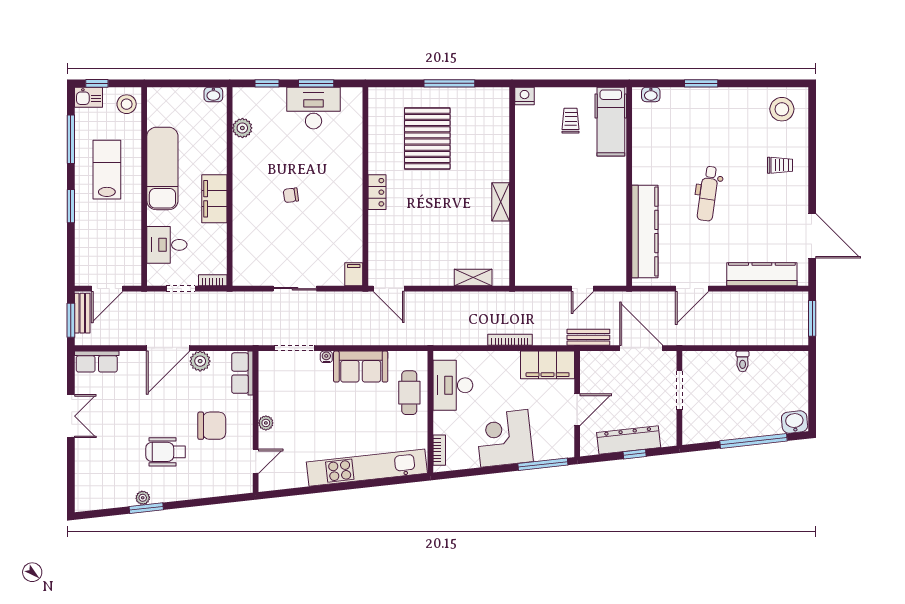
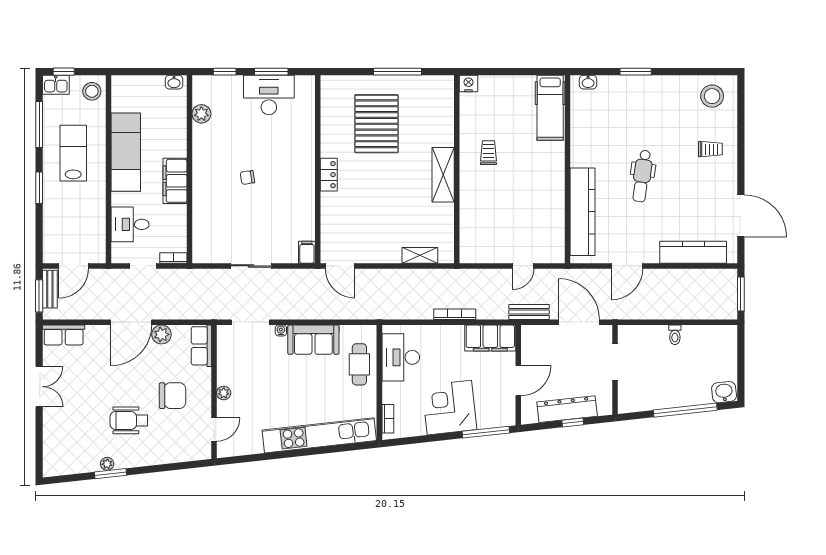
trolley: (571, 121) -> (489, 153), moved
shelving: (501, 202) -> (443, 175), width x1.50, depth x1.33

